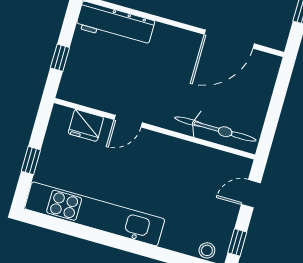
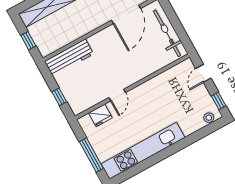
bicycle: (215, 129) -> (167, 33), moved, turned -90
window: (31, 160) -> (91, 155), width x2.17

